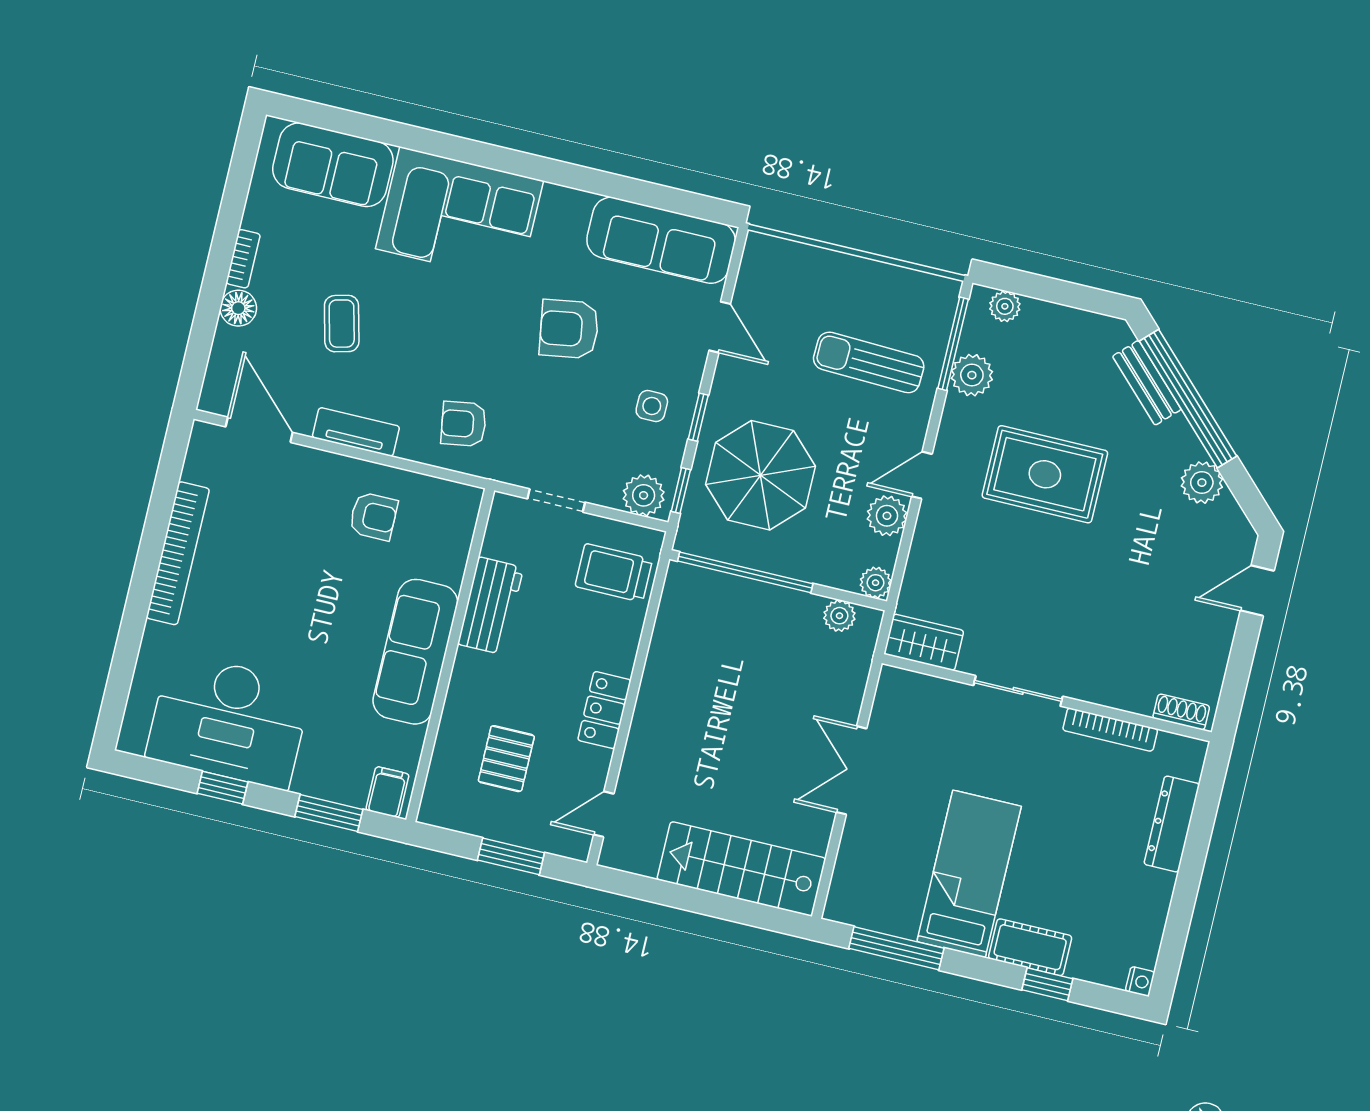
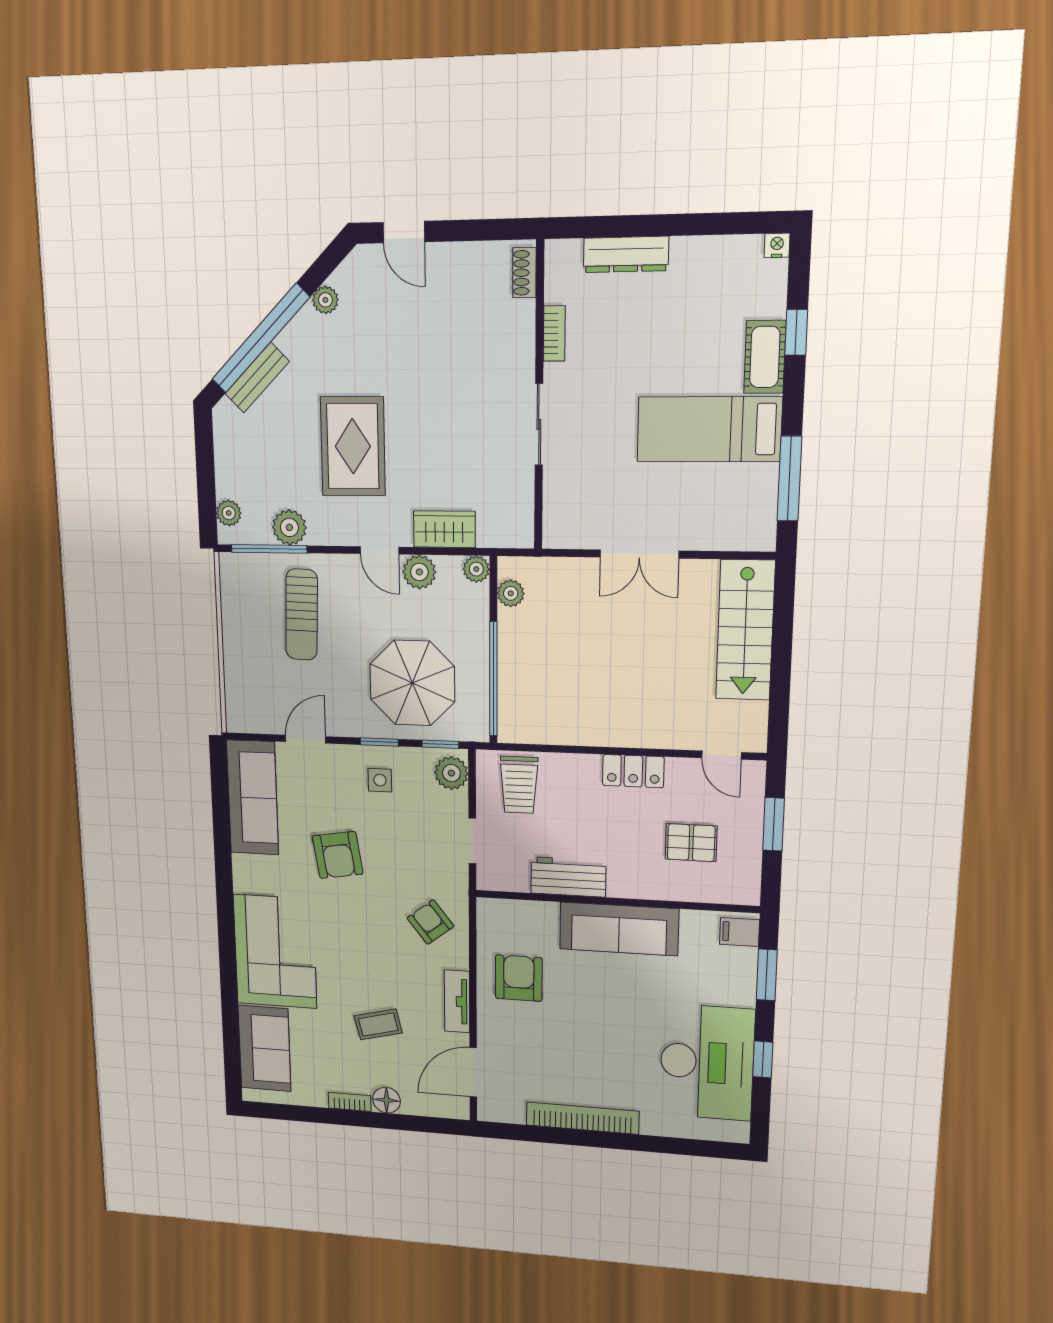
armchair: (464, 424) -> (430, 922), turned 151
plant: (1202, 483) -> (325, 300), width x0.73, depth x0.73
armchair: (373, 516) -> (519, 978), width x1.38, depth x1.38
wardrobe: (924, 642) -> (444, 529), moved, turned 90
bookcase: (1110, 730) -> (554, 334), width x0.64

